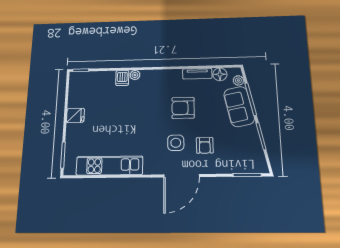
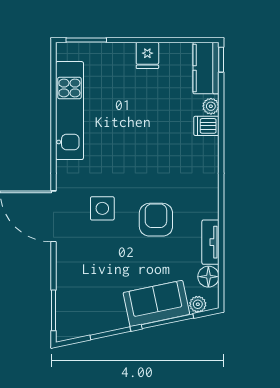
plant: (135, 75) -> (211, 106), moved
kitchen counter: (86, 79) -> (206, 68), added
armchair: (205, 145) -> (98, 251), removed

